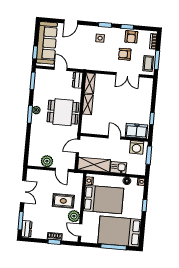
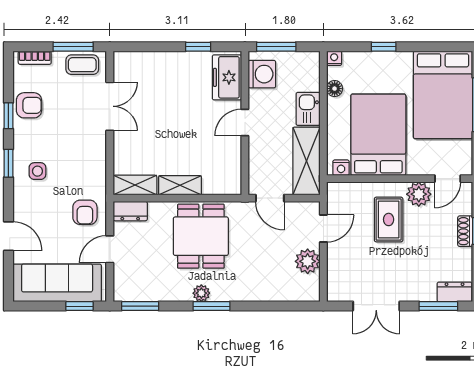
armchair: (125, 54) -> (85, 212), moved
double door: (23, 192) -> (376, 306), swing flipped

